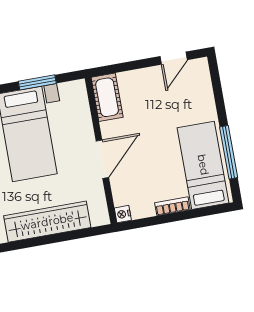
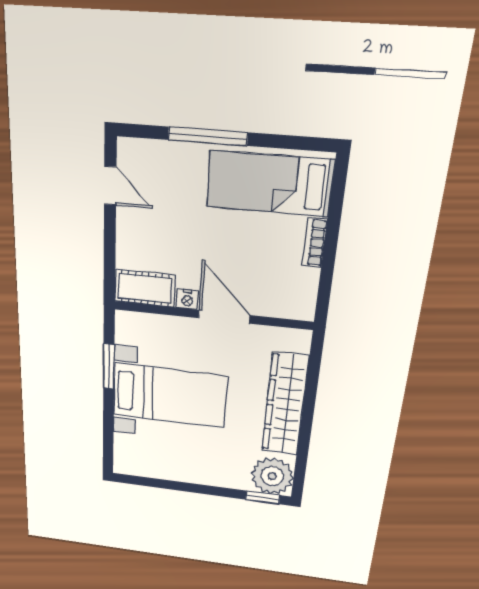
window: (229, 152) -> (208, 136), moved
nightstand: (123, 214) -> (187, 299), moved

